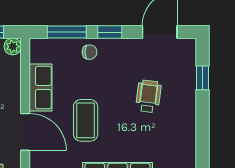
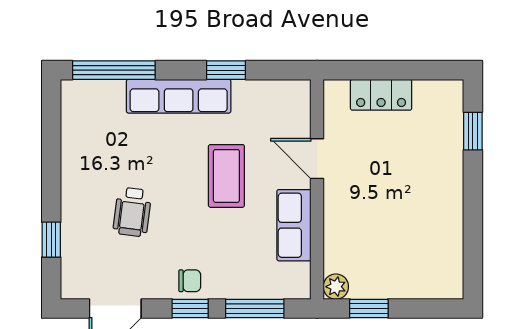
chair: (90, 52) -> (190, 281), moved, turned 180
door: (25, 132) -> (317, 159), width x0.73

